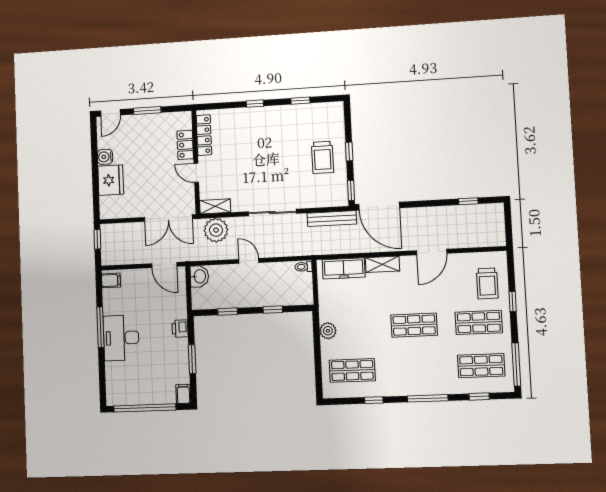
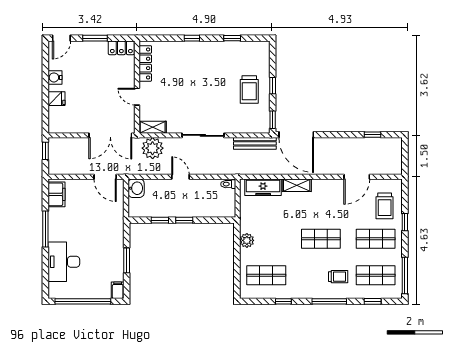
locker: (185, 145) -> (121, 48), moved, turned -90
fridge: (111, 180) -> (57, 99), width x0.53, depth x0.75
door: (432, 252) -> (357, 177), moved
filing cabinet: (111, 280) -> (57, 194), width x2.00
window: (273, 310) -> (184, 220), moved
printer: (180, 329) -> (117, 233), removed
desk: (121, 338) -> (64, 262), moved
trolley: (437, 369) -> (338, 277), added

